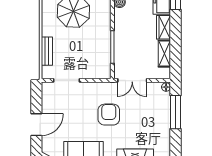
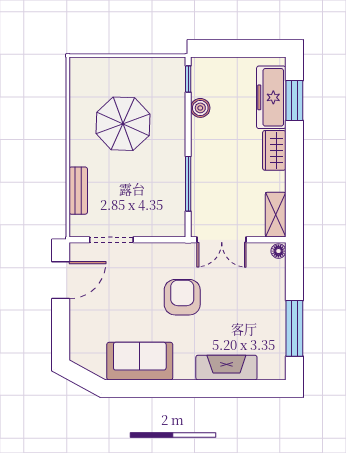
shelving: (164, 54) -> (276, 215), moved
window: (175, 112) -> (294, 328), moved
door: (36, 125) -> (61, 280), moved

